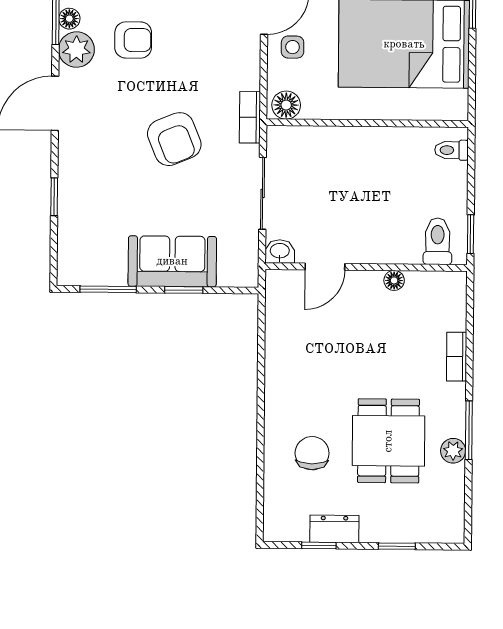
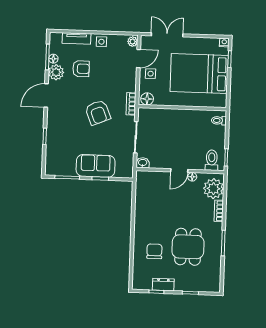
door: (325, 267) -> (179, 171), moved
plant: (453, 451) -> (214, 189), moved, width x1.88, depth x1.88

